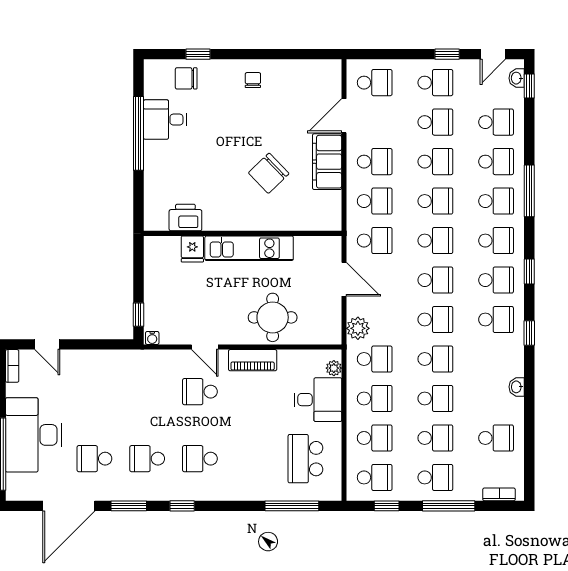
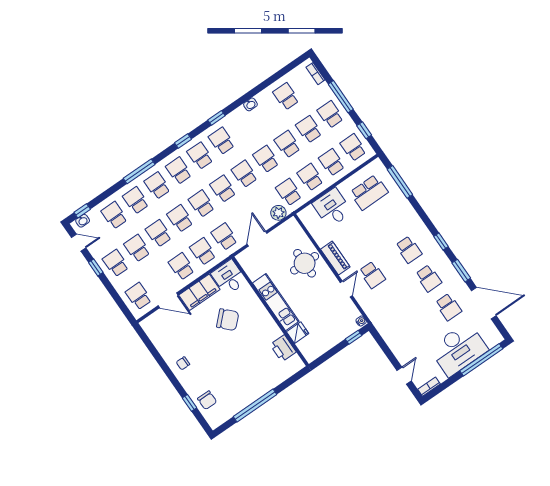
desk: (165, 120) -> (229, 277), moved, turned 180
plant: (334, 368) -> (309, 211), removed

